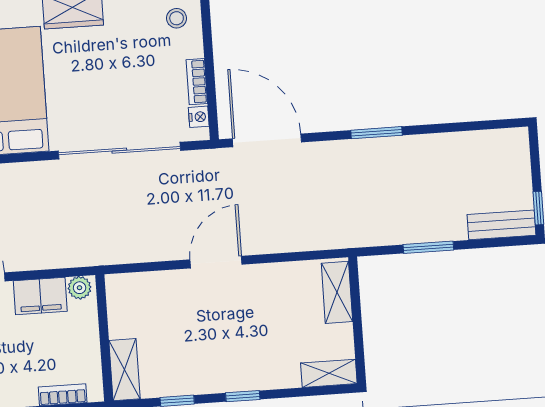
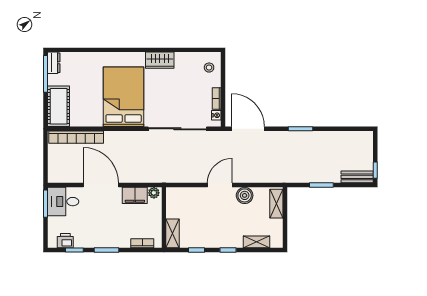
boiler: (269, 280) -> (245, 195), added
shelving: (329, 373) -> (256, 242), moved

